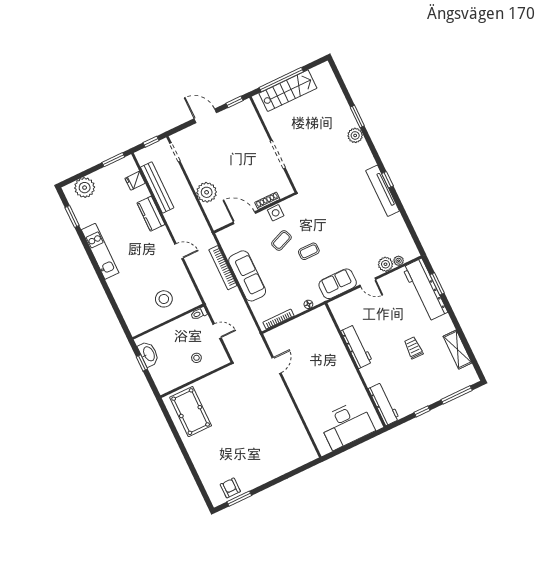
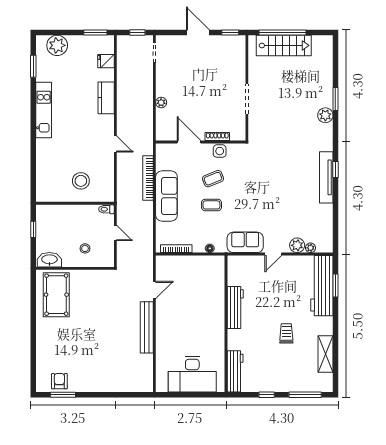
bench: (157, 187) -> (147, 327), moved
plant: (207, 192) -> (161, 103), width x0.53, depth x0.53
coffee table: (309, 251) -> (211, 205), moved
door: (368, 282) -> (273, 254), hinge flipped
washbasin: (149, 354) -> (49, 260), moved, turned -90

